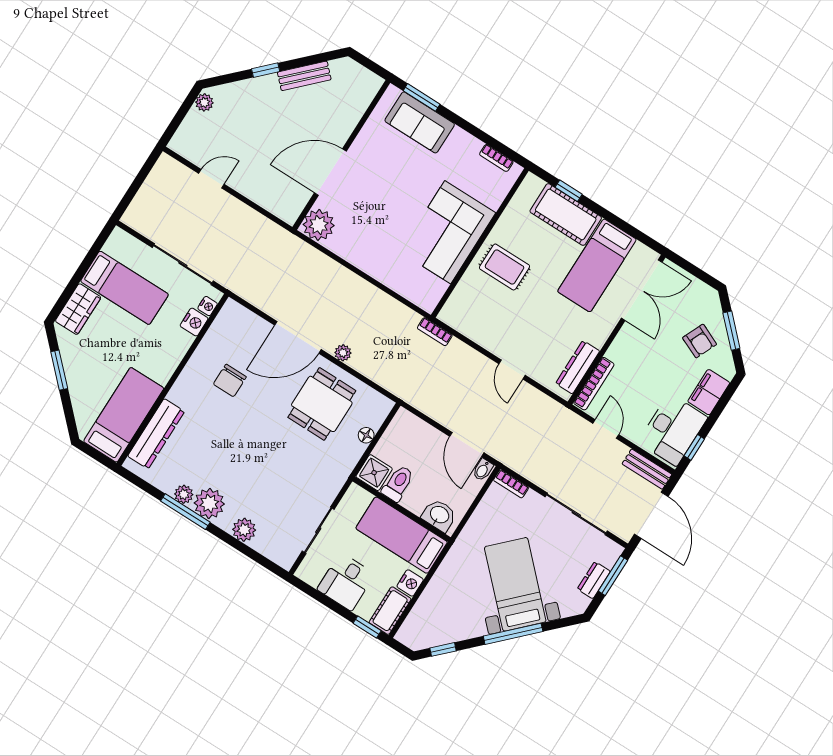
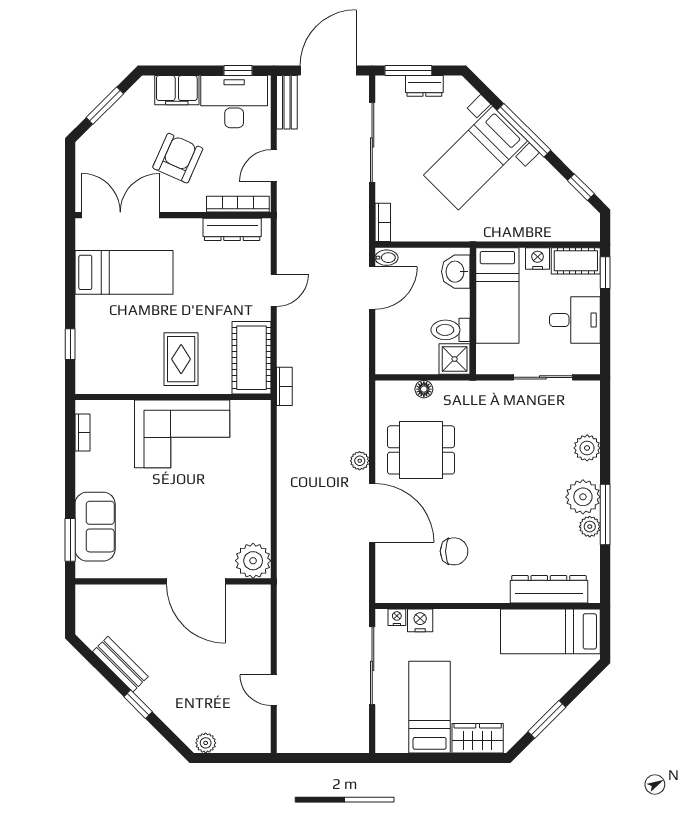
cot: (566, 214) -> (251, 358), moved
armchair: (700, 341) -> (178, 158), moved, width x1.38, depth x1.38

